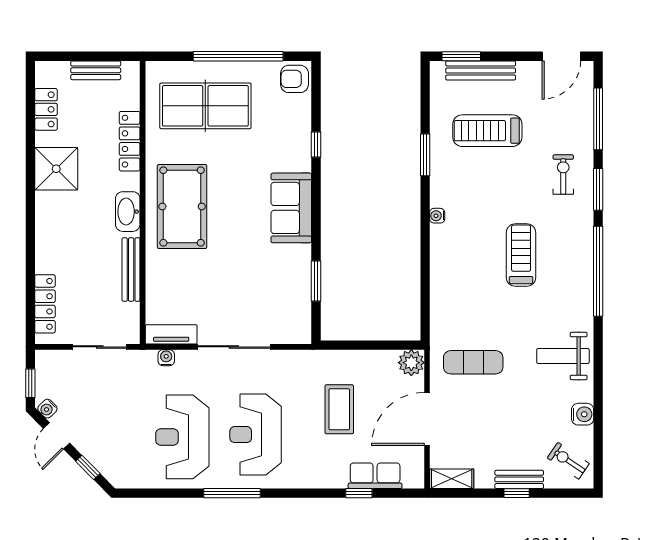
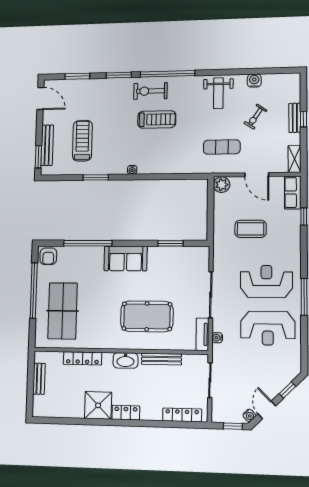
locker: (46, 109) -> (126, 413), moved
window: (598, 119) -> (77, 76), width x0.69
treadmill: (487, 131) -> (82, 141), turned 180
window: (316, 145) -> (88, 243), width x3.17
exercise bike: (563, 175) -> (151, 91), moved, width x1.38, depth x1.39
pool table: (182, 206) -> (147, 316), moved
treadmill: (521, 255) -> (157, 119), turned 180
exercise mat: (473, 362) -> (222, 147), turned 90
door: (427, 419) -> (257, 175), width x0.73
reception desk: (256, 435) -> (266, 281), turned 180
door: (57, 436) -> (267, 410), swing flipped
exercise bike: (568, 461) -> (255, 117), moved
row of seats: (375, 476) -> (293, 192), moved

